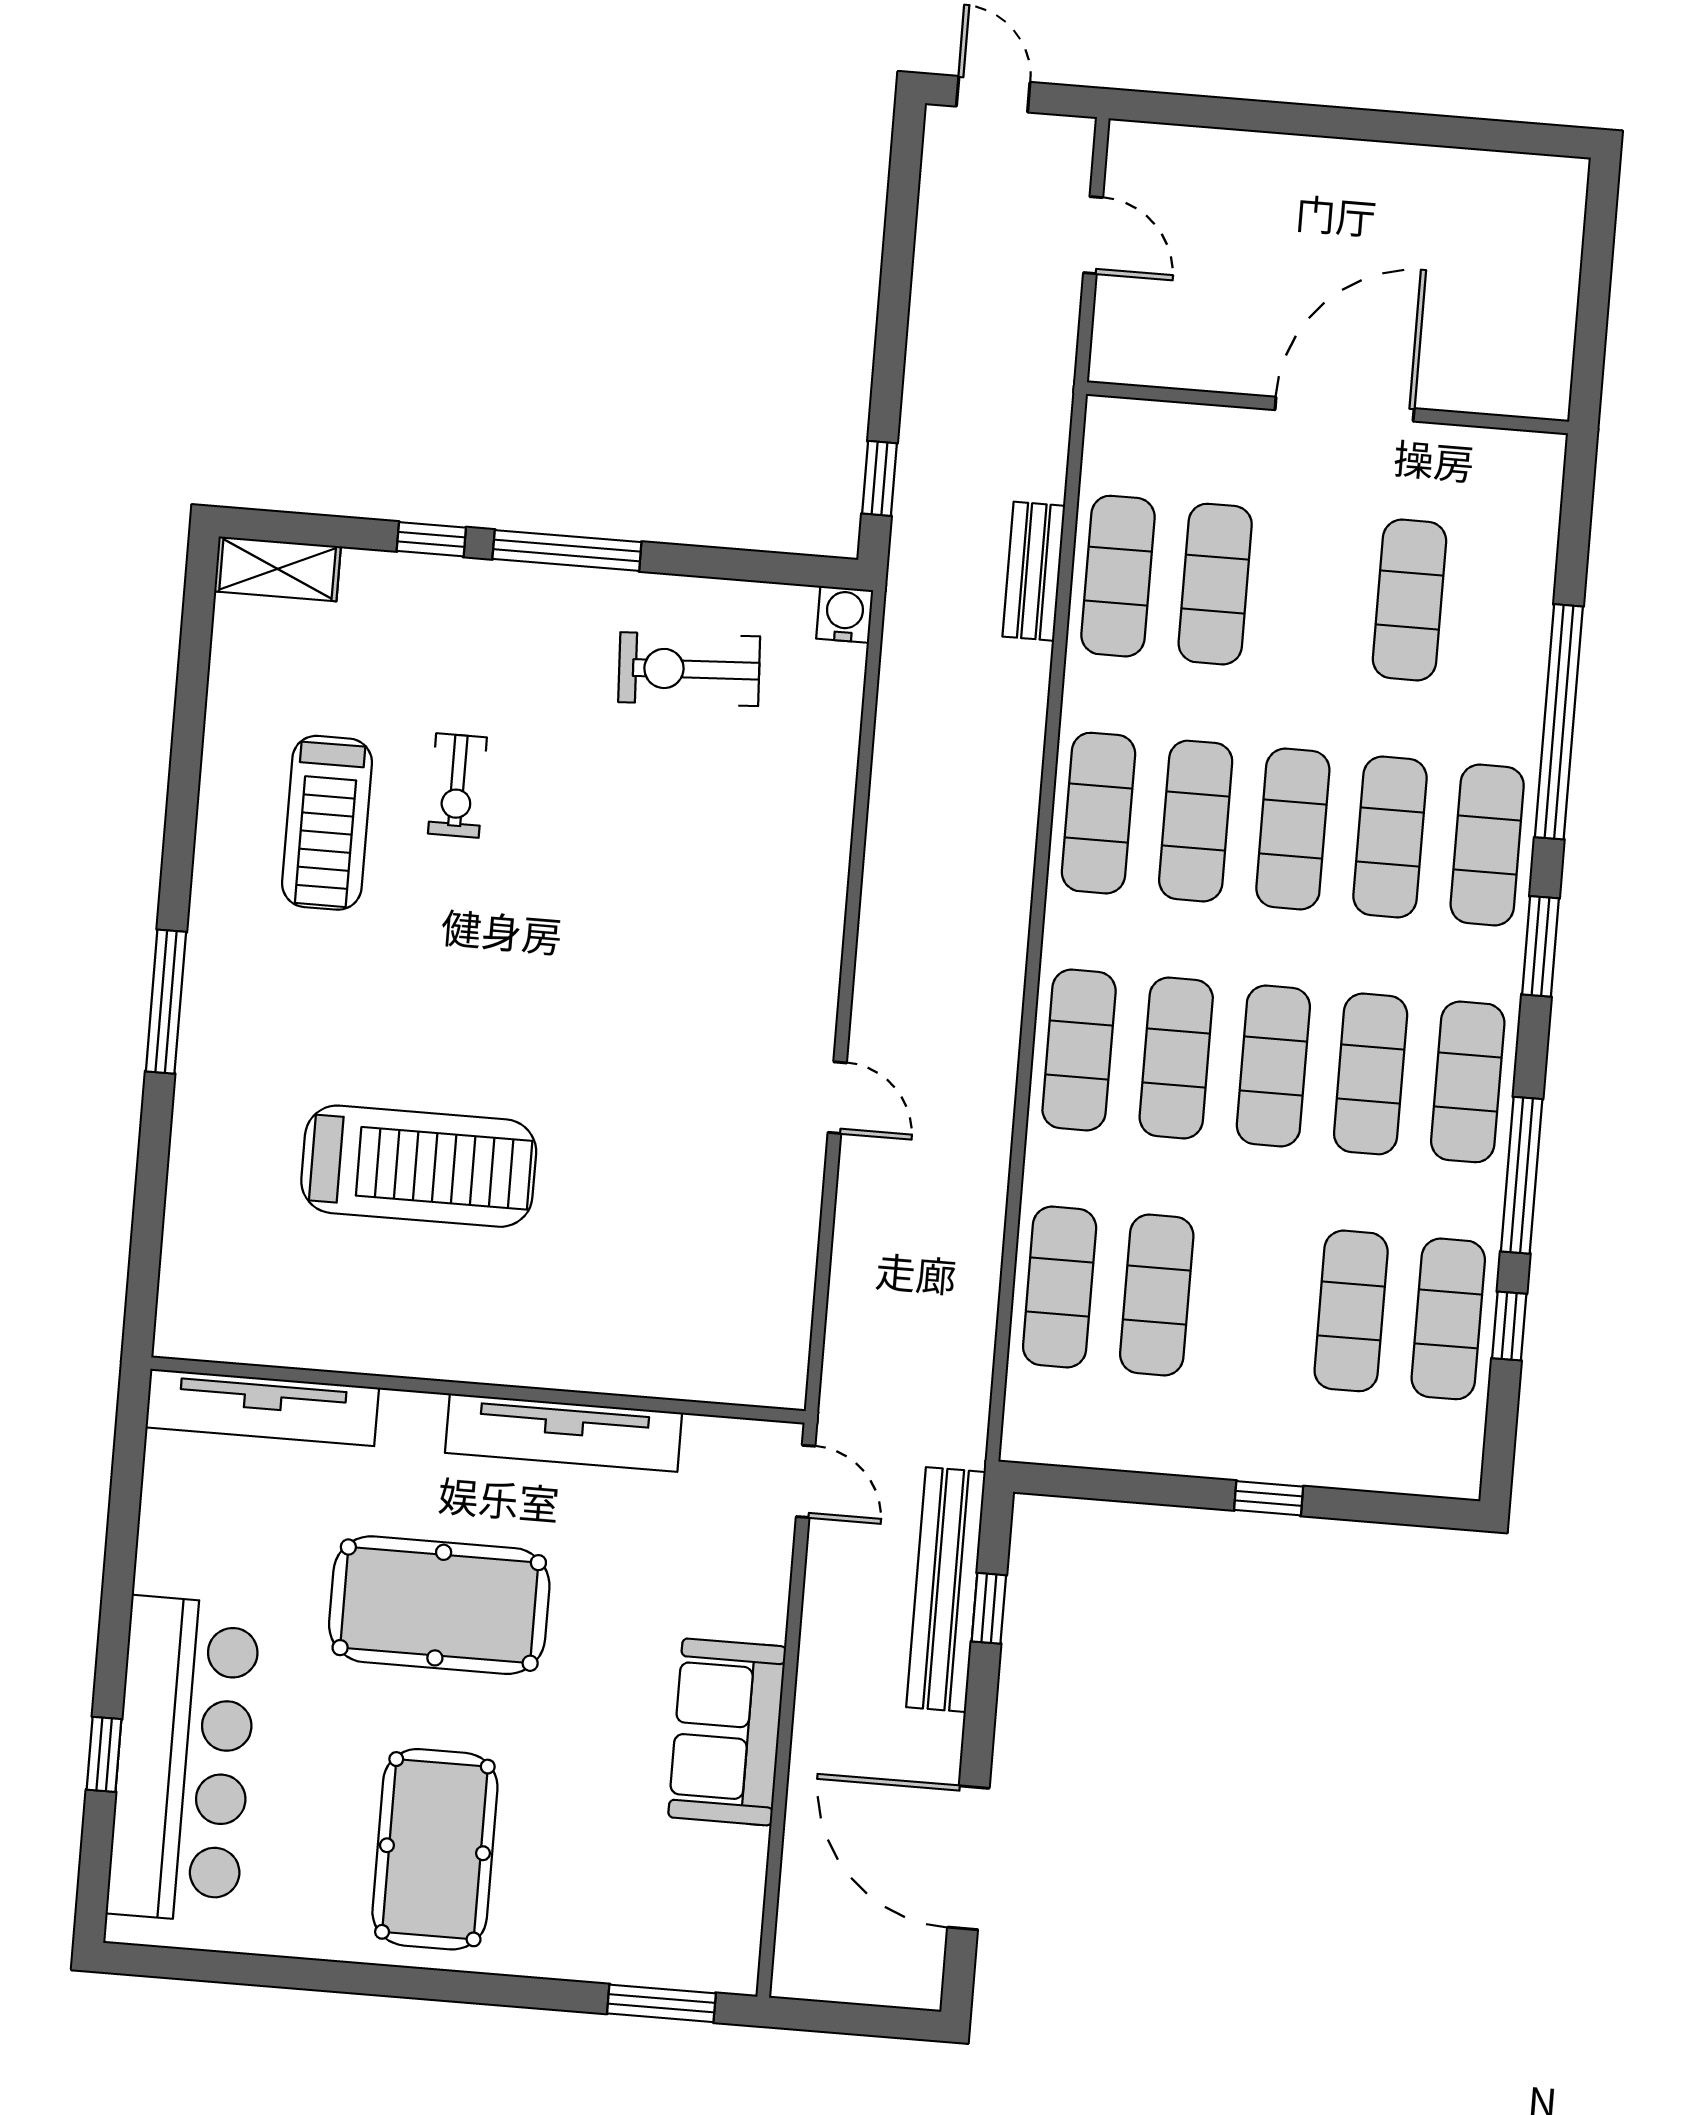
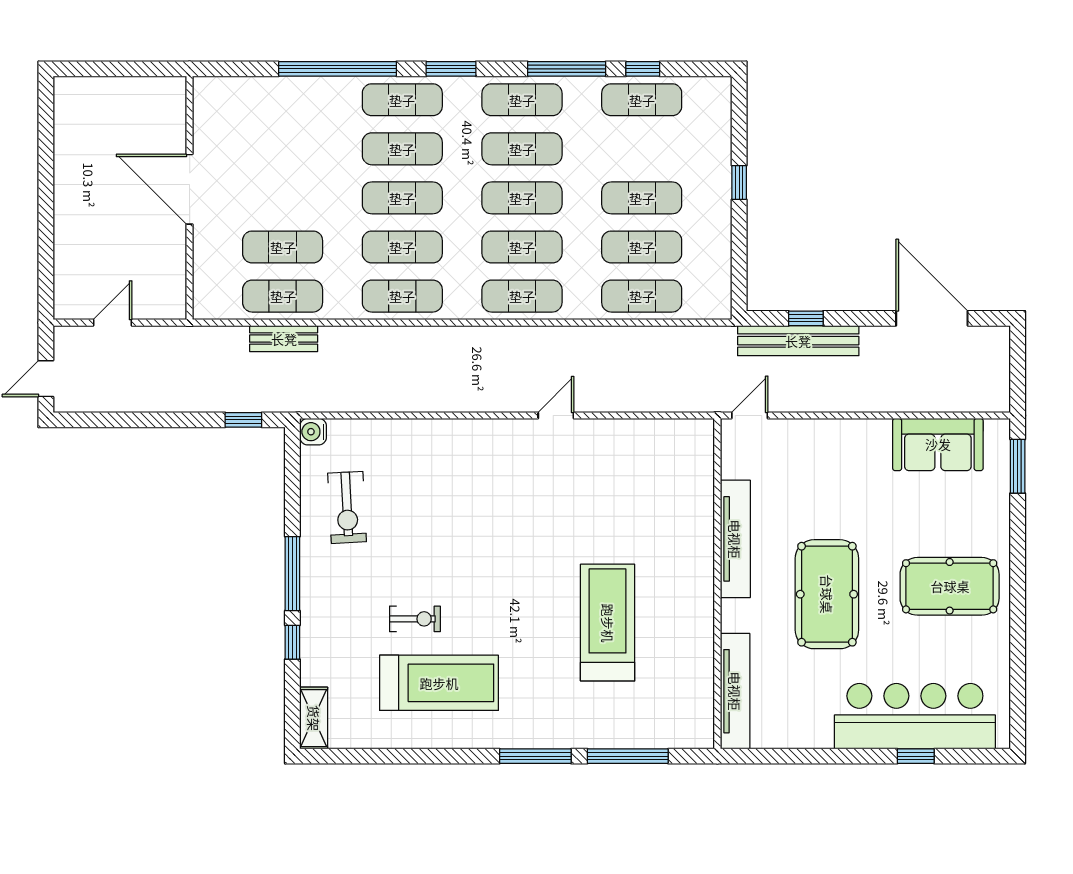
exercise mat: (1410, 600) -> (283, 149), removed
treadmill: (327, 823) -> (439, 683), width x1.37, depth x1.38
window: (151, 1184) -> (628, 756), added
exercise mat: (1351, 1311) -> (642, 198), moved
sofa: (727, 1732) -> (938, 444), moved
door: (968, 1858) -> (932, 318), swing flipped

